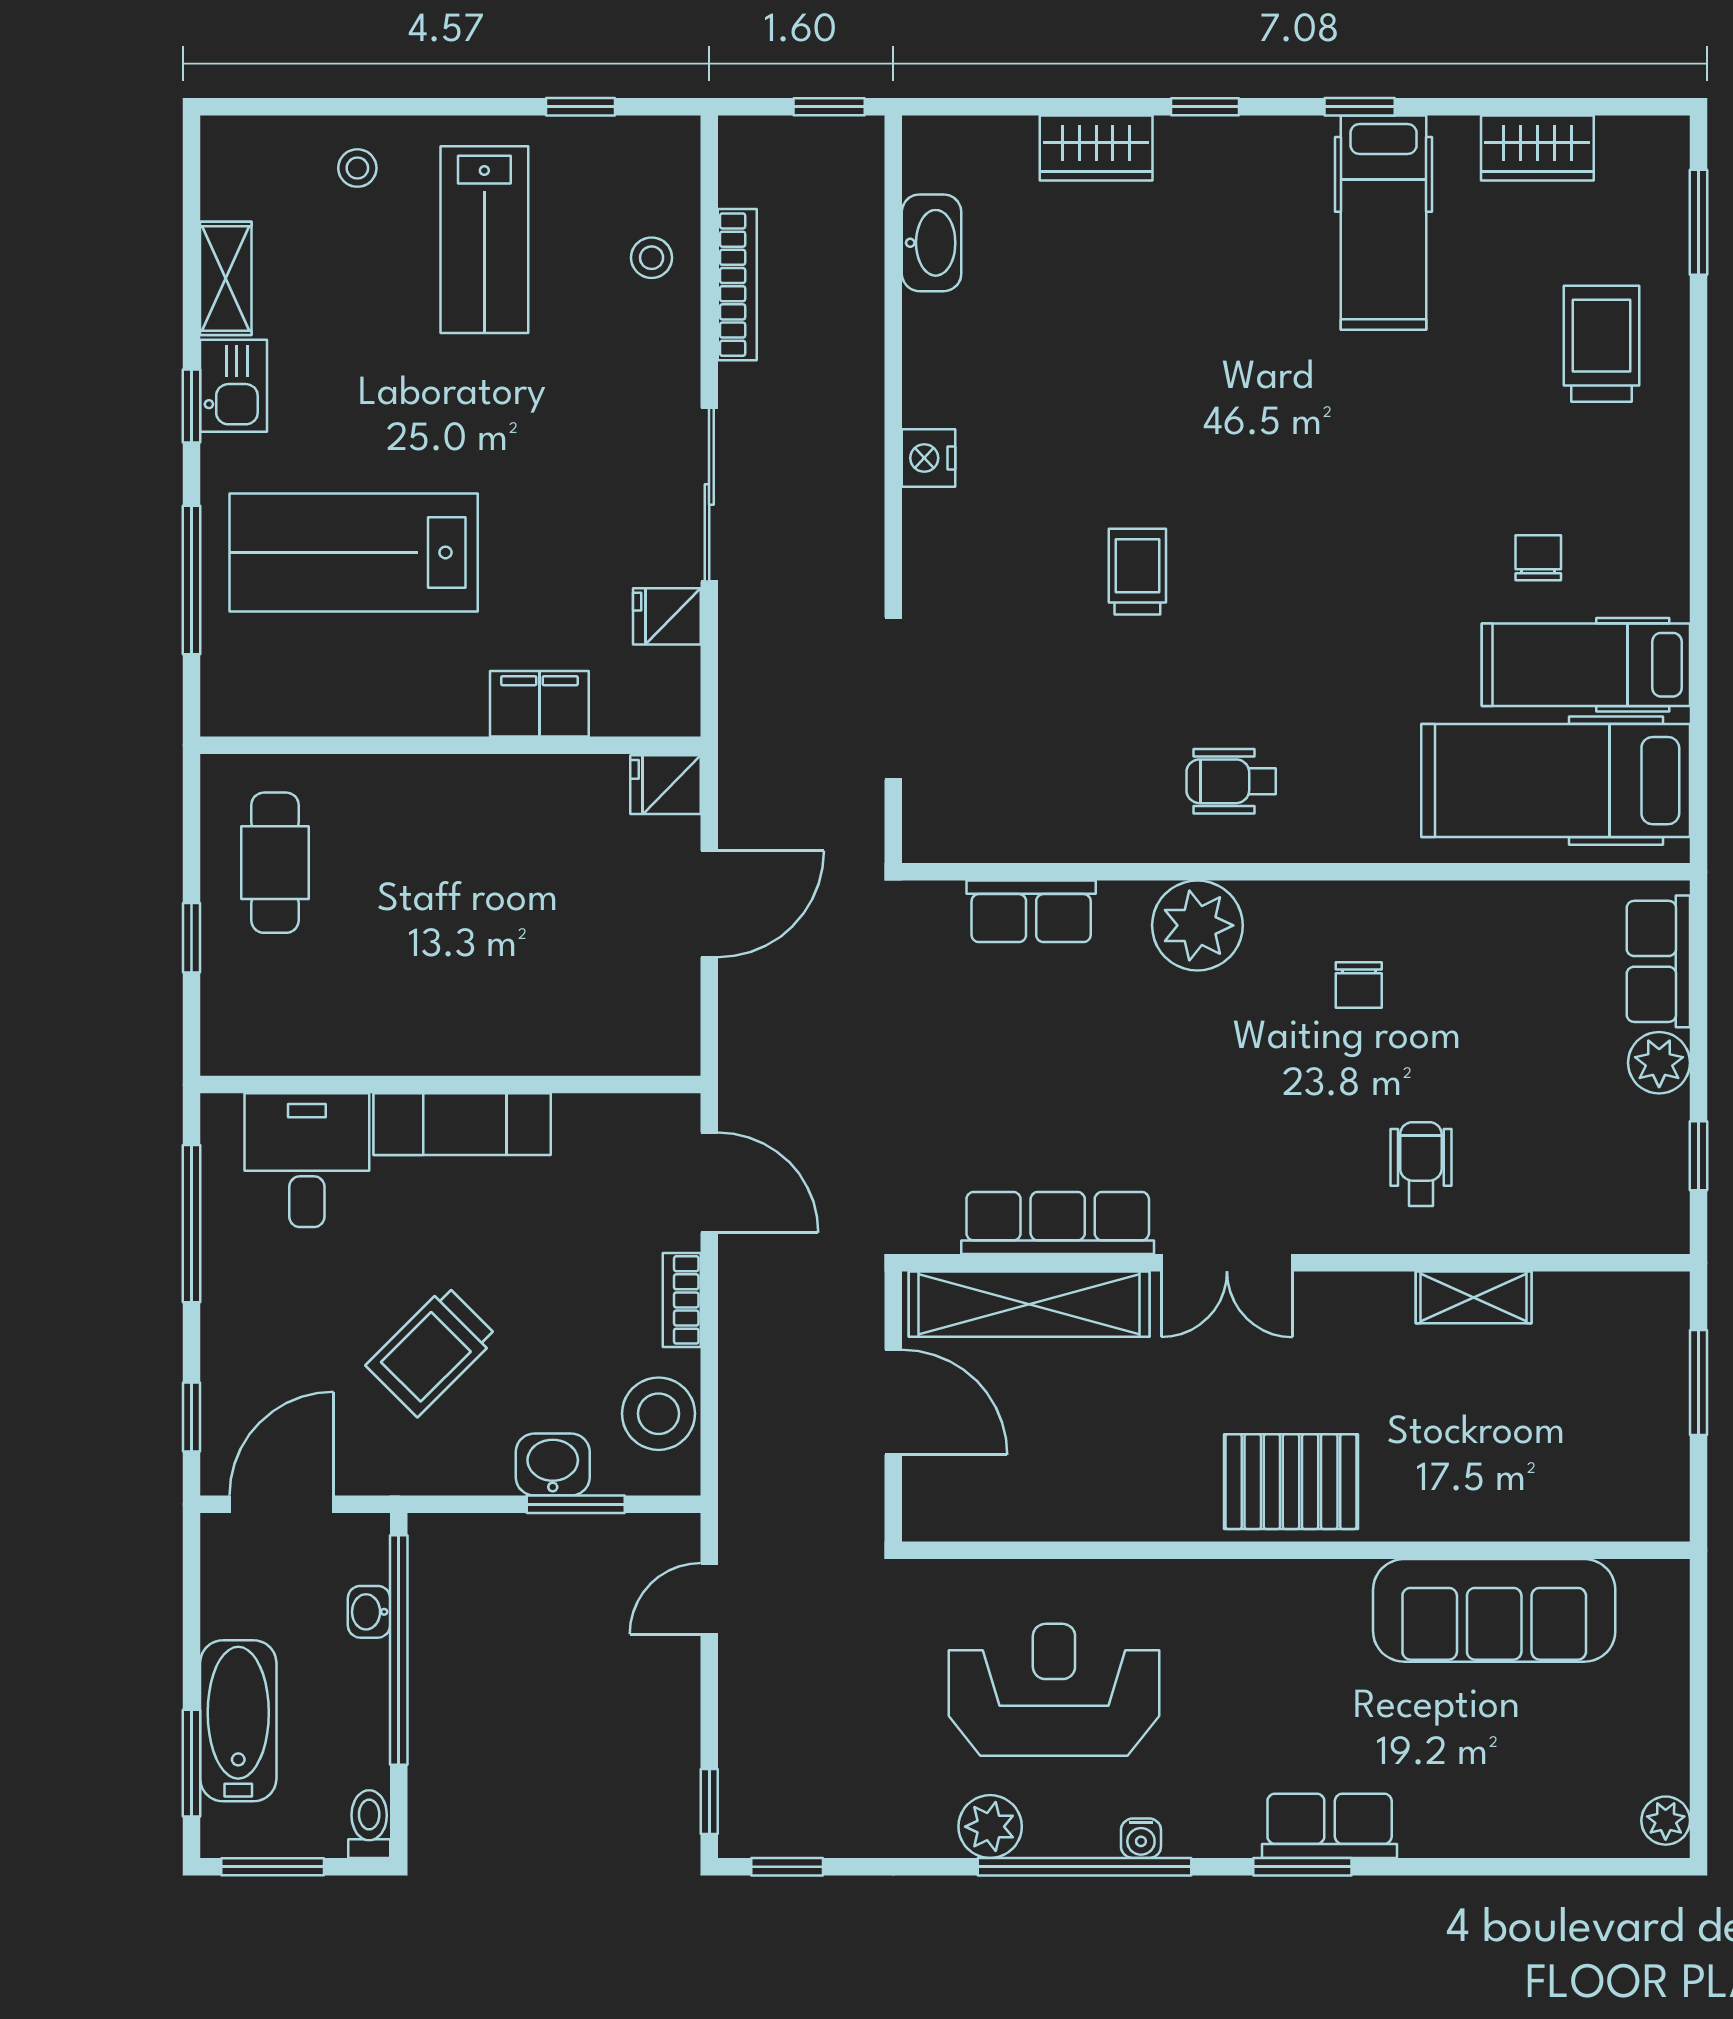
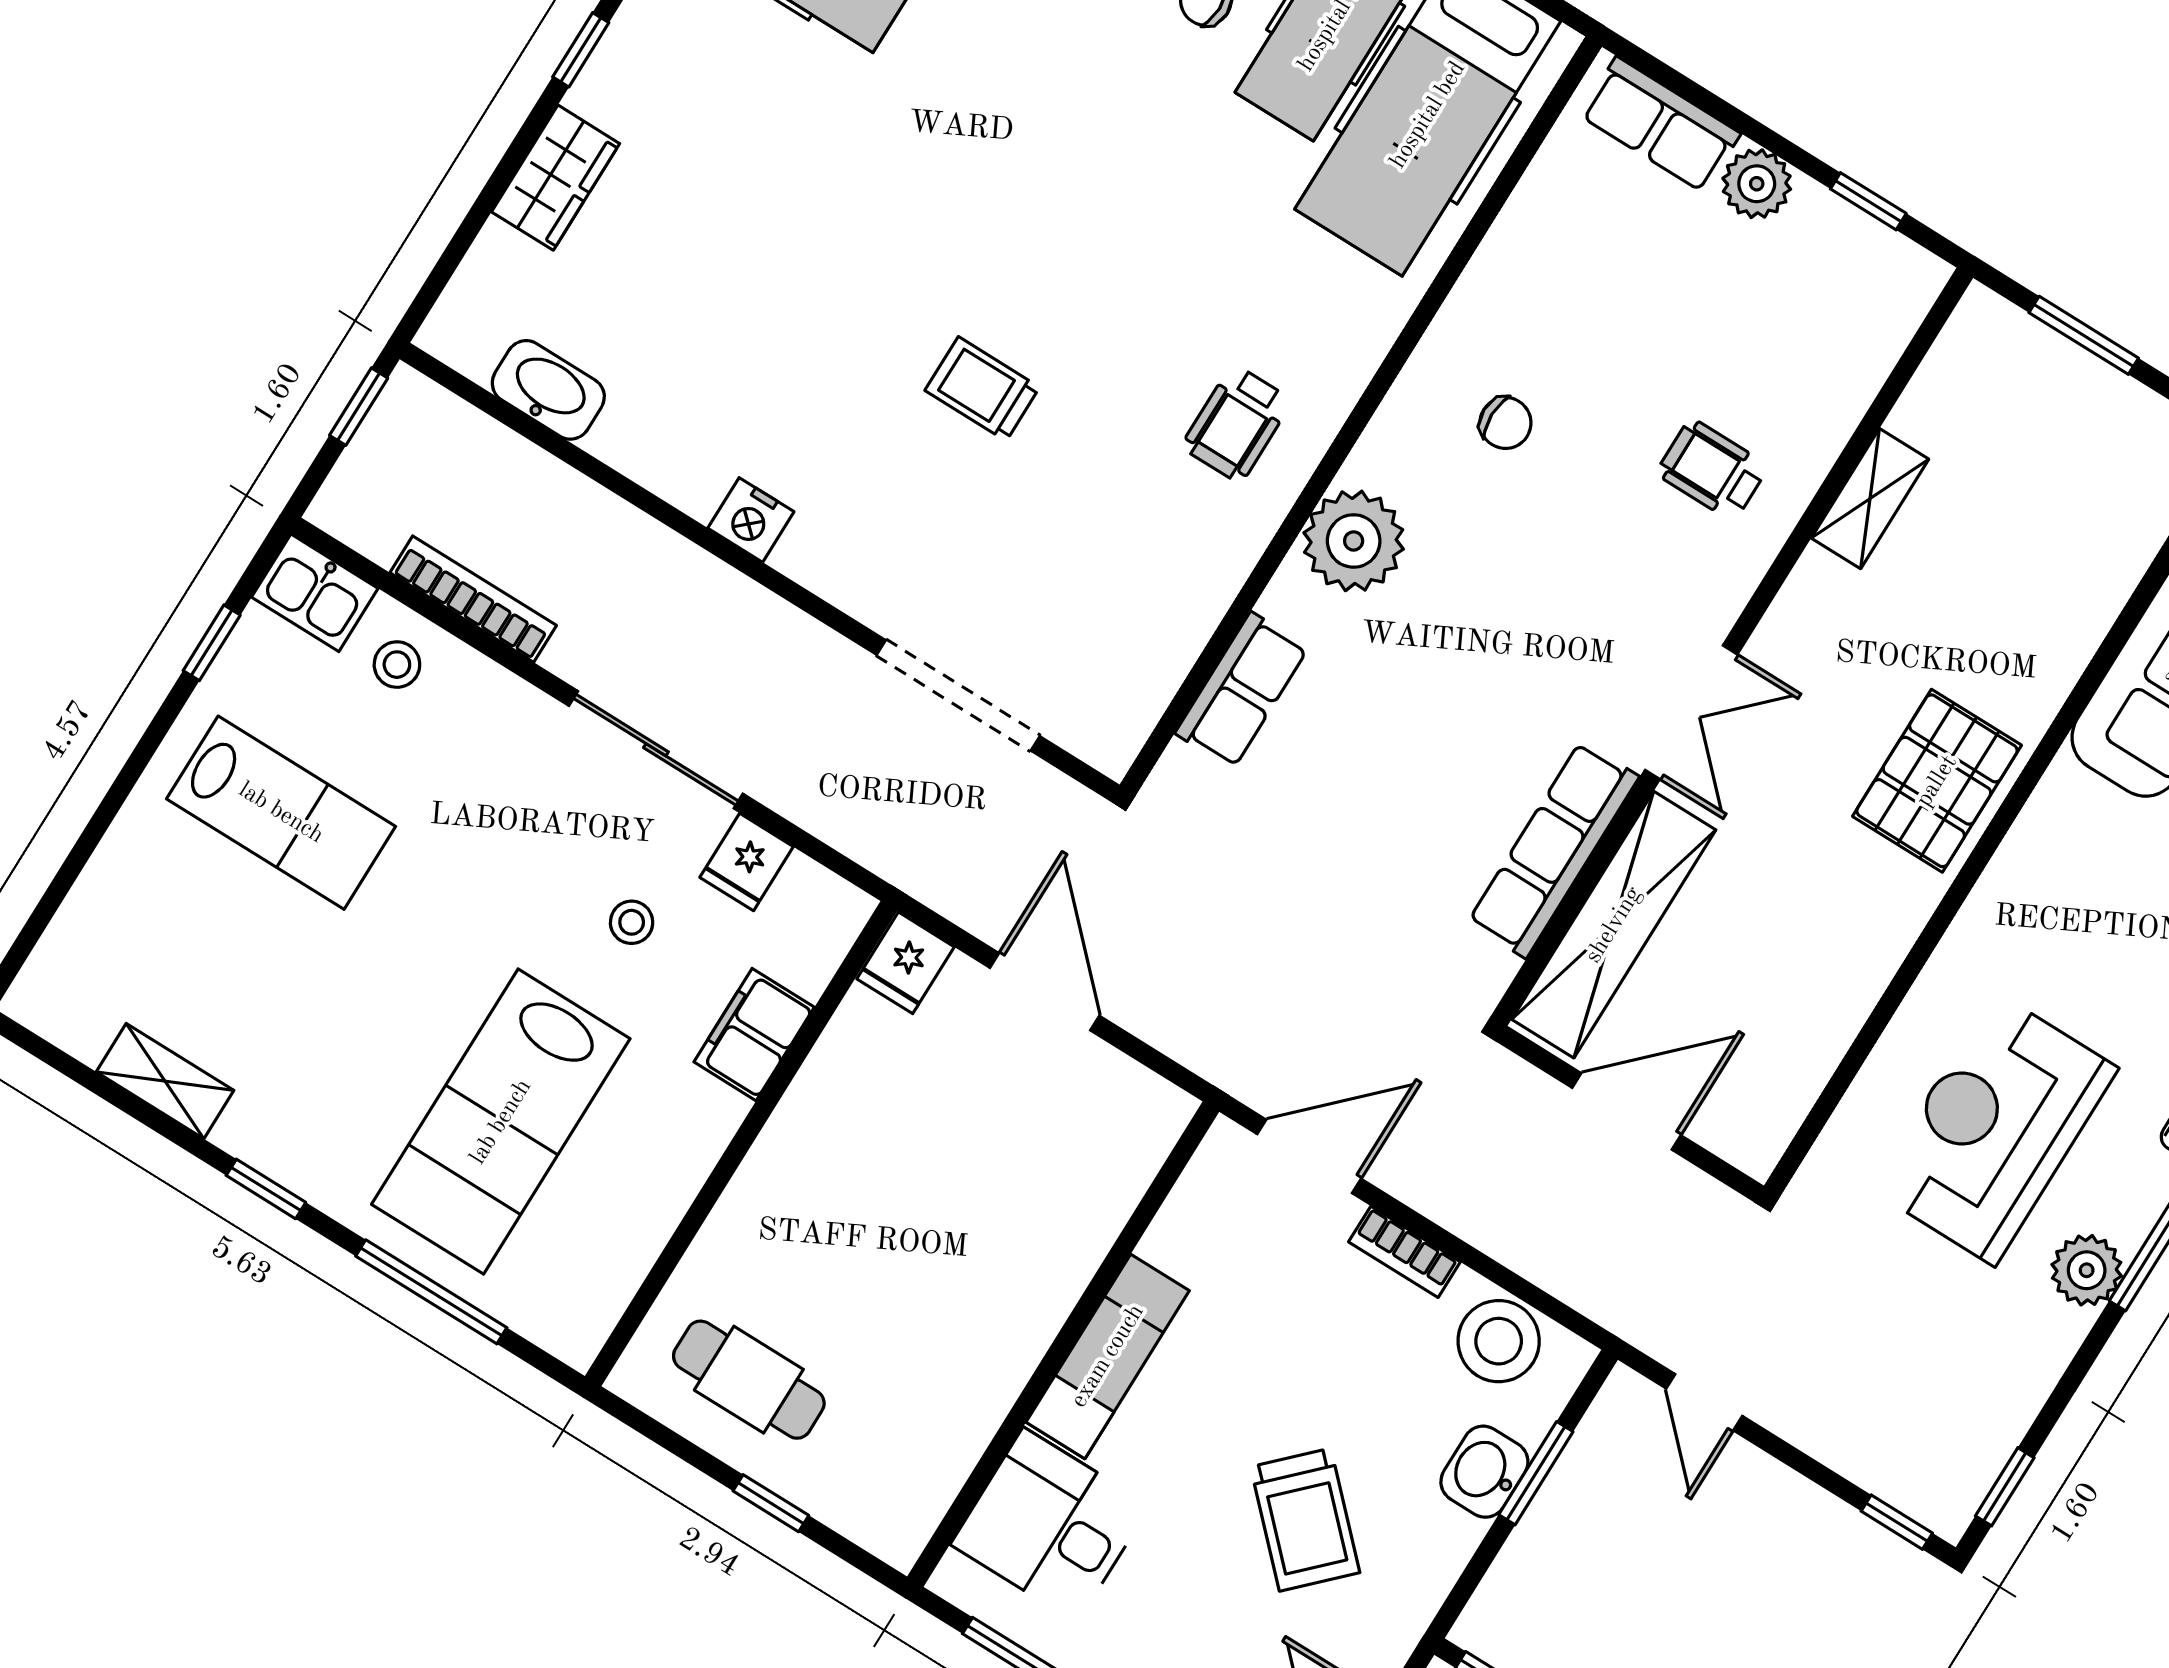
stool: (357, 168) -> (632, 922), moved
kitchen sink: (234, 386) -> (315, 593), moved, turned 180

